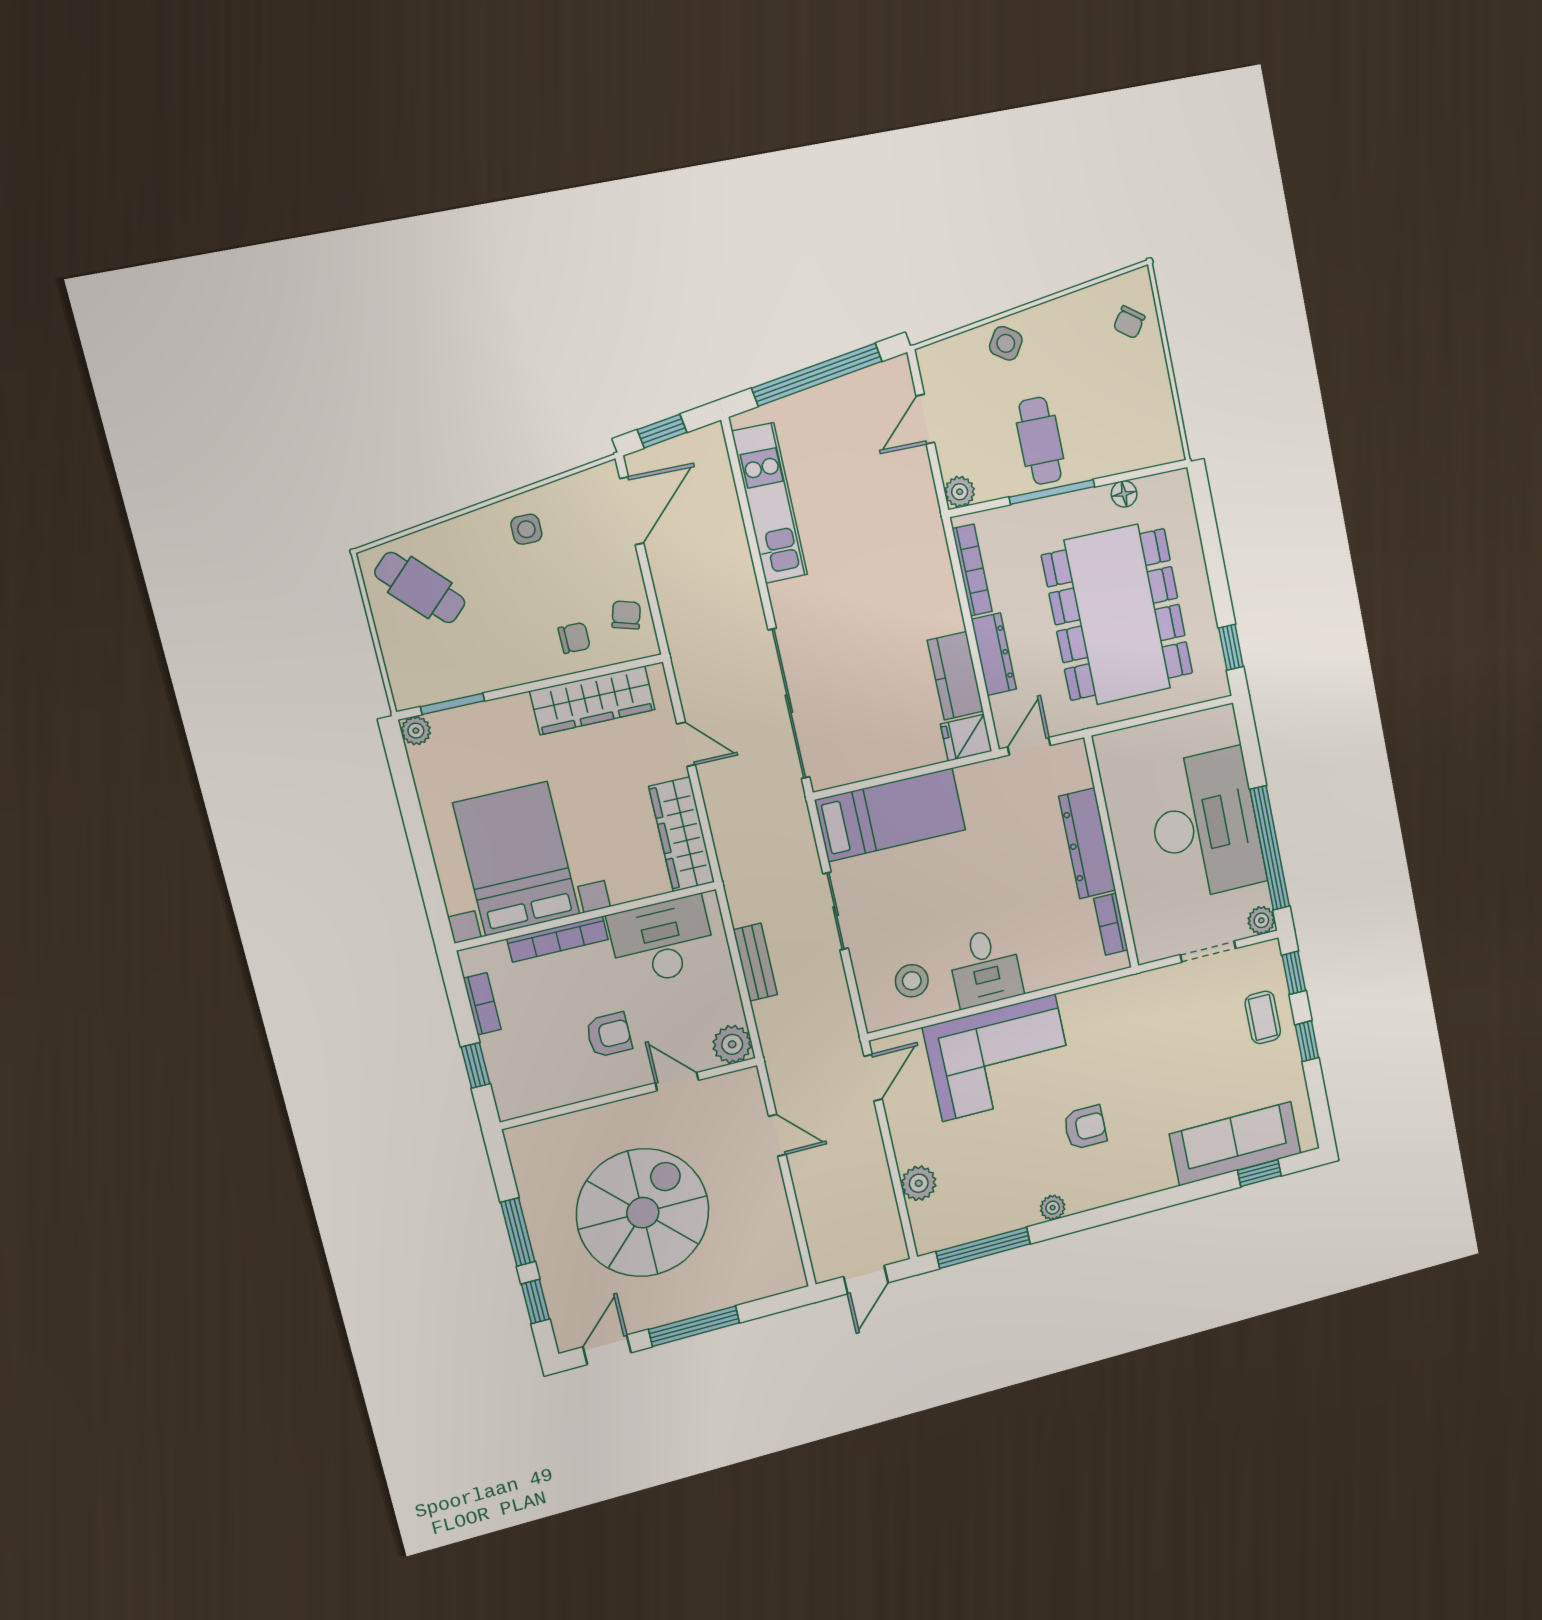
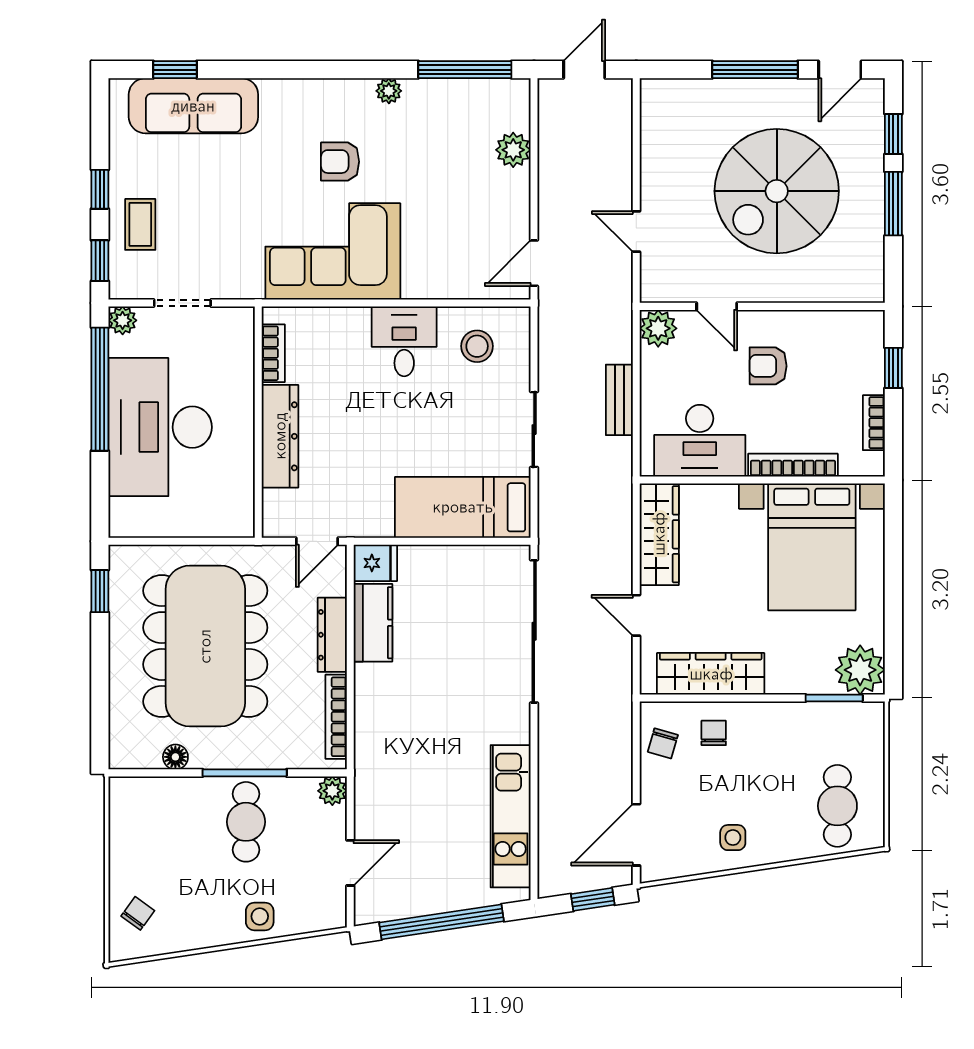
side table: (1006, 343) -> (260, 916), turned -33
cafe table: (420, 588) -> (837, 806), turned 44
chair: (574, 638) -> (714, 733), turned 90
plant: (416, 731) -> (860, 670), width x1.88, depth x1.88
corner sofa: (999, 1058) -> (333, 251), moved

